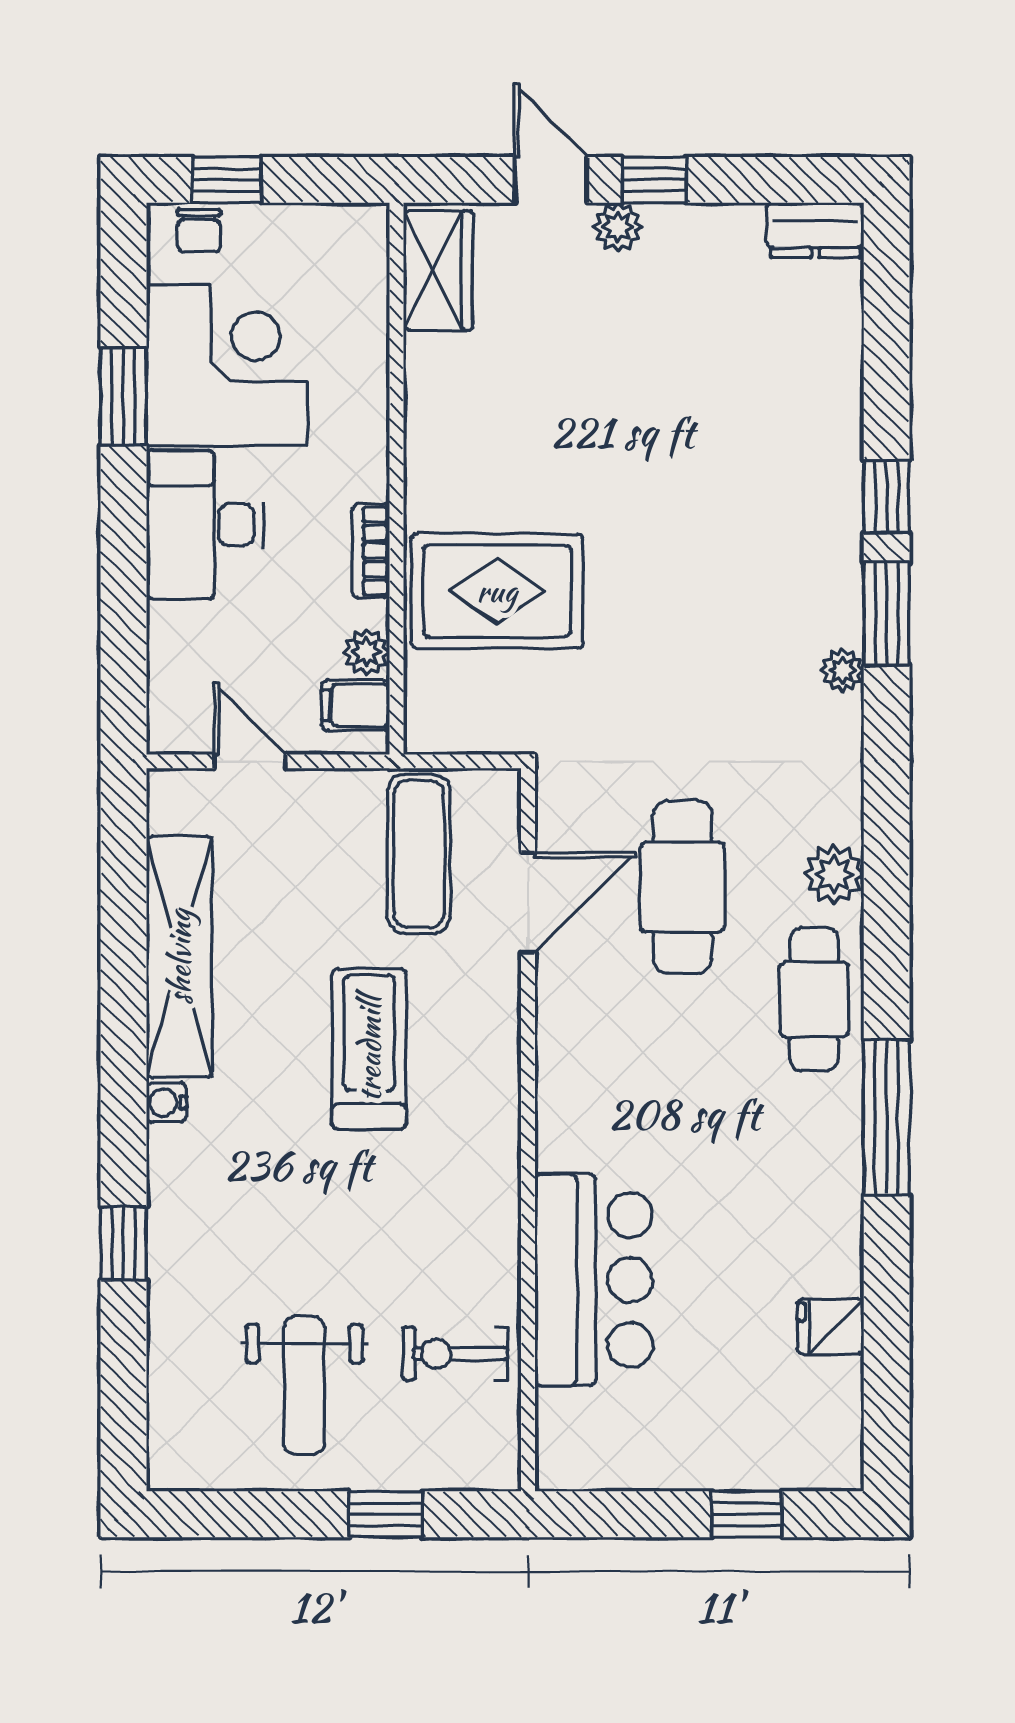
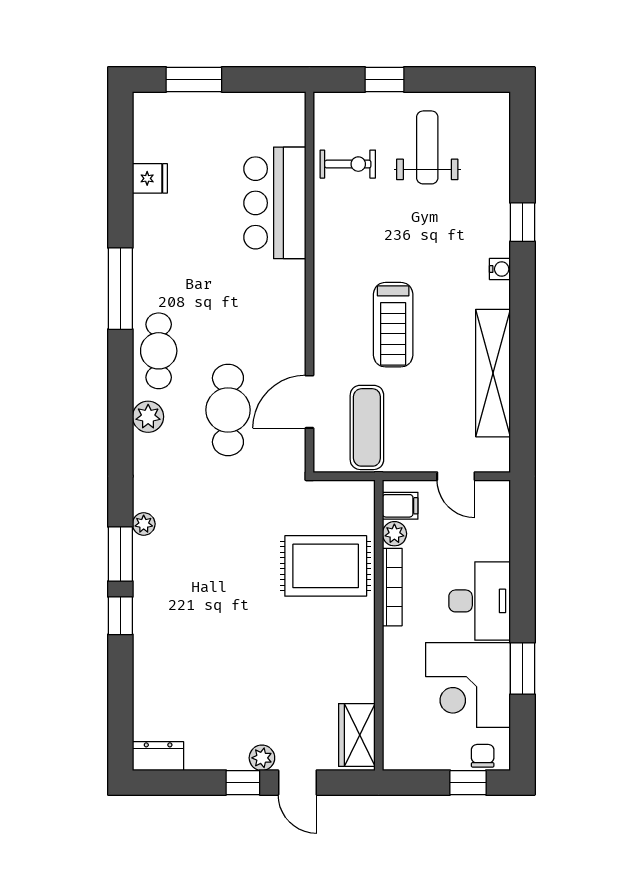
bookcase: (371, 551) -> (392, 587), width x1.56
water cooler: (166, 1102) -> (500, 269), moved
window: (747, 1514) -> (194, 79), width x1.50

